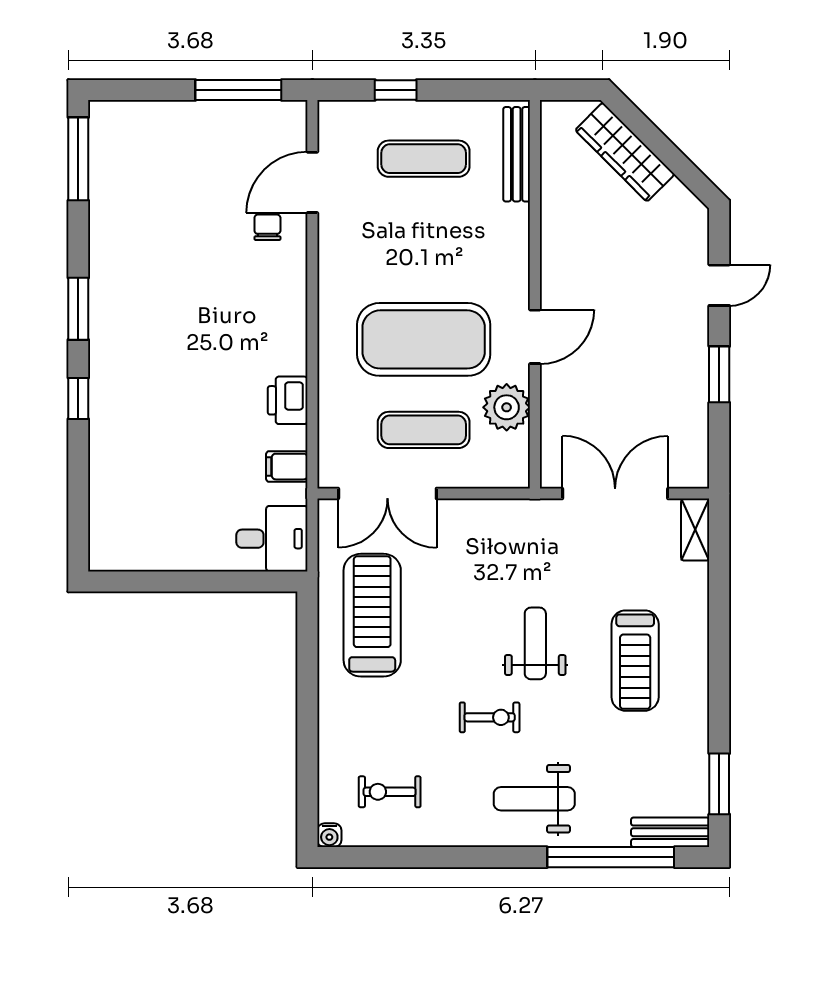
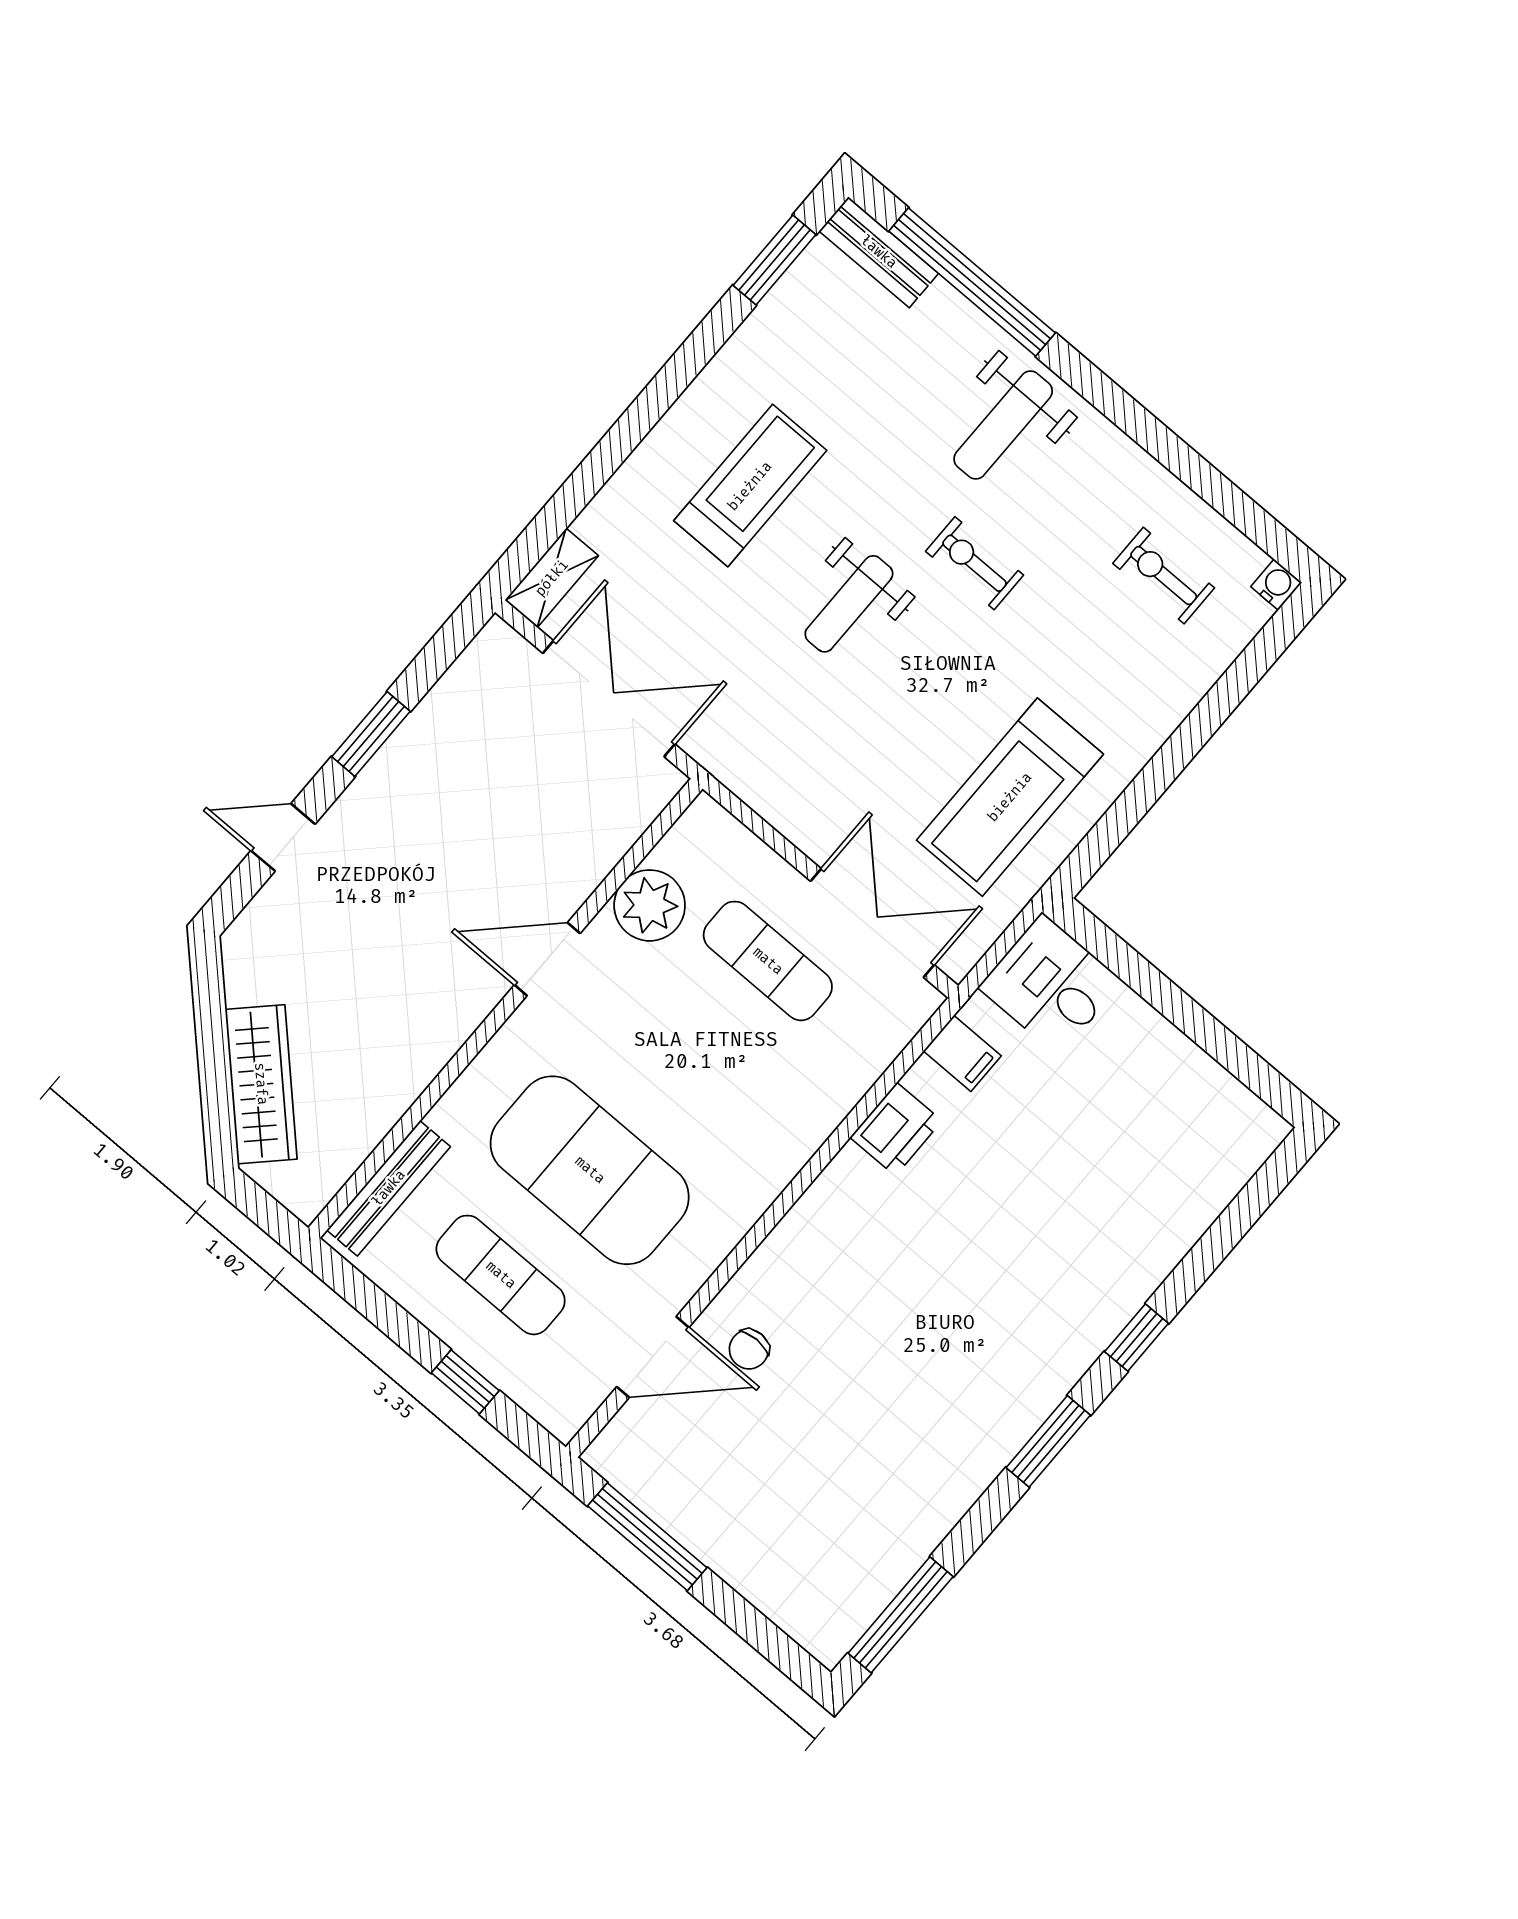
exercise mat: (424, 339) -> (590, 1170), moved
double door: (615, 494) -> (609, 699), swing flipped
exercise bike: (390, 792) -> (1164, 576), turned 180
weight bench: (534, 799) -> (1003, 425), turned 90

